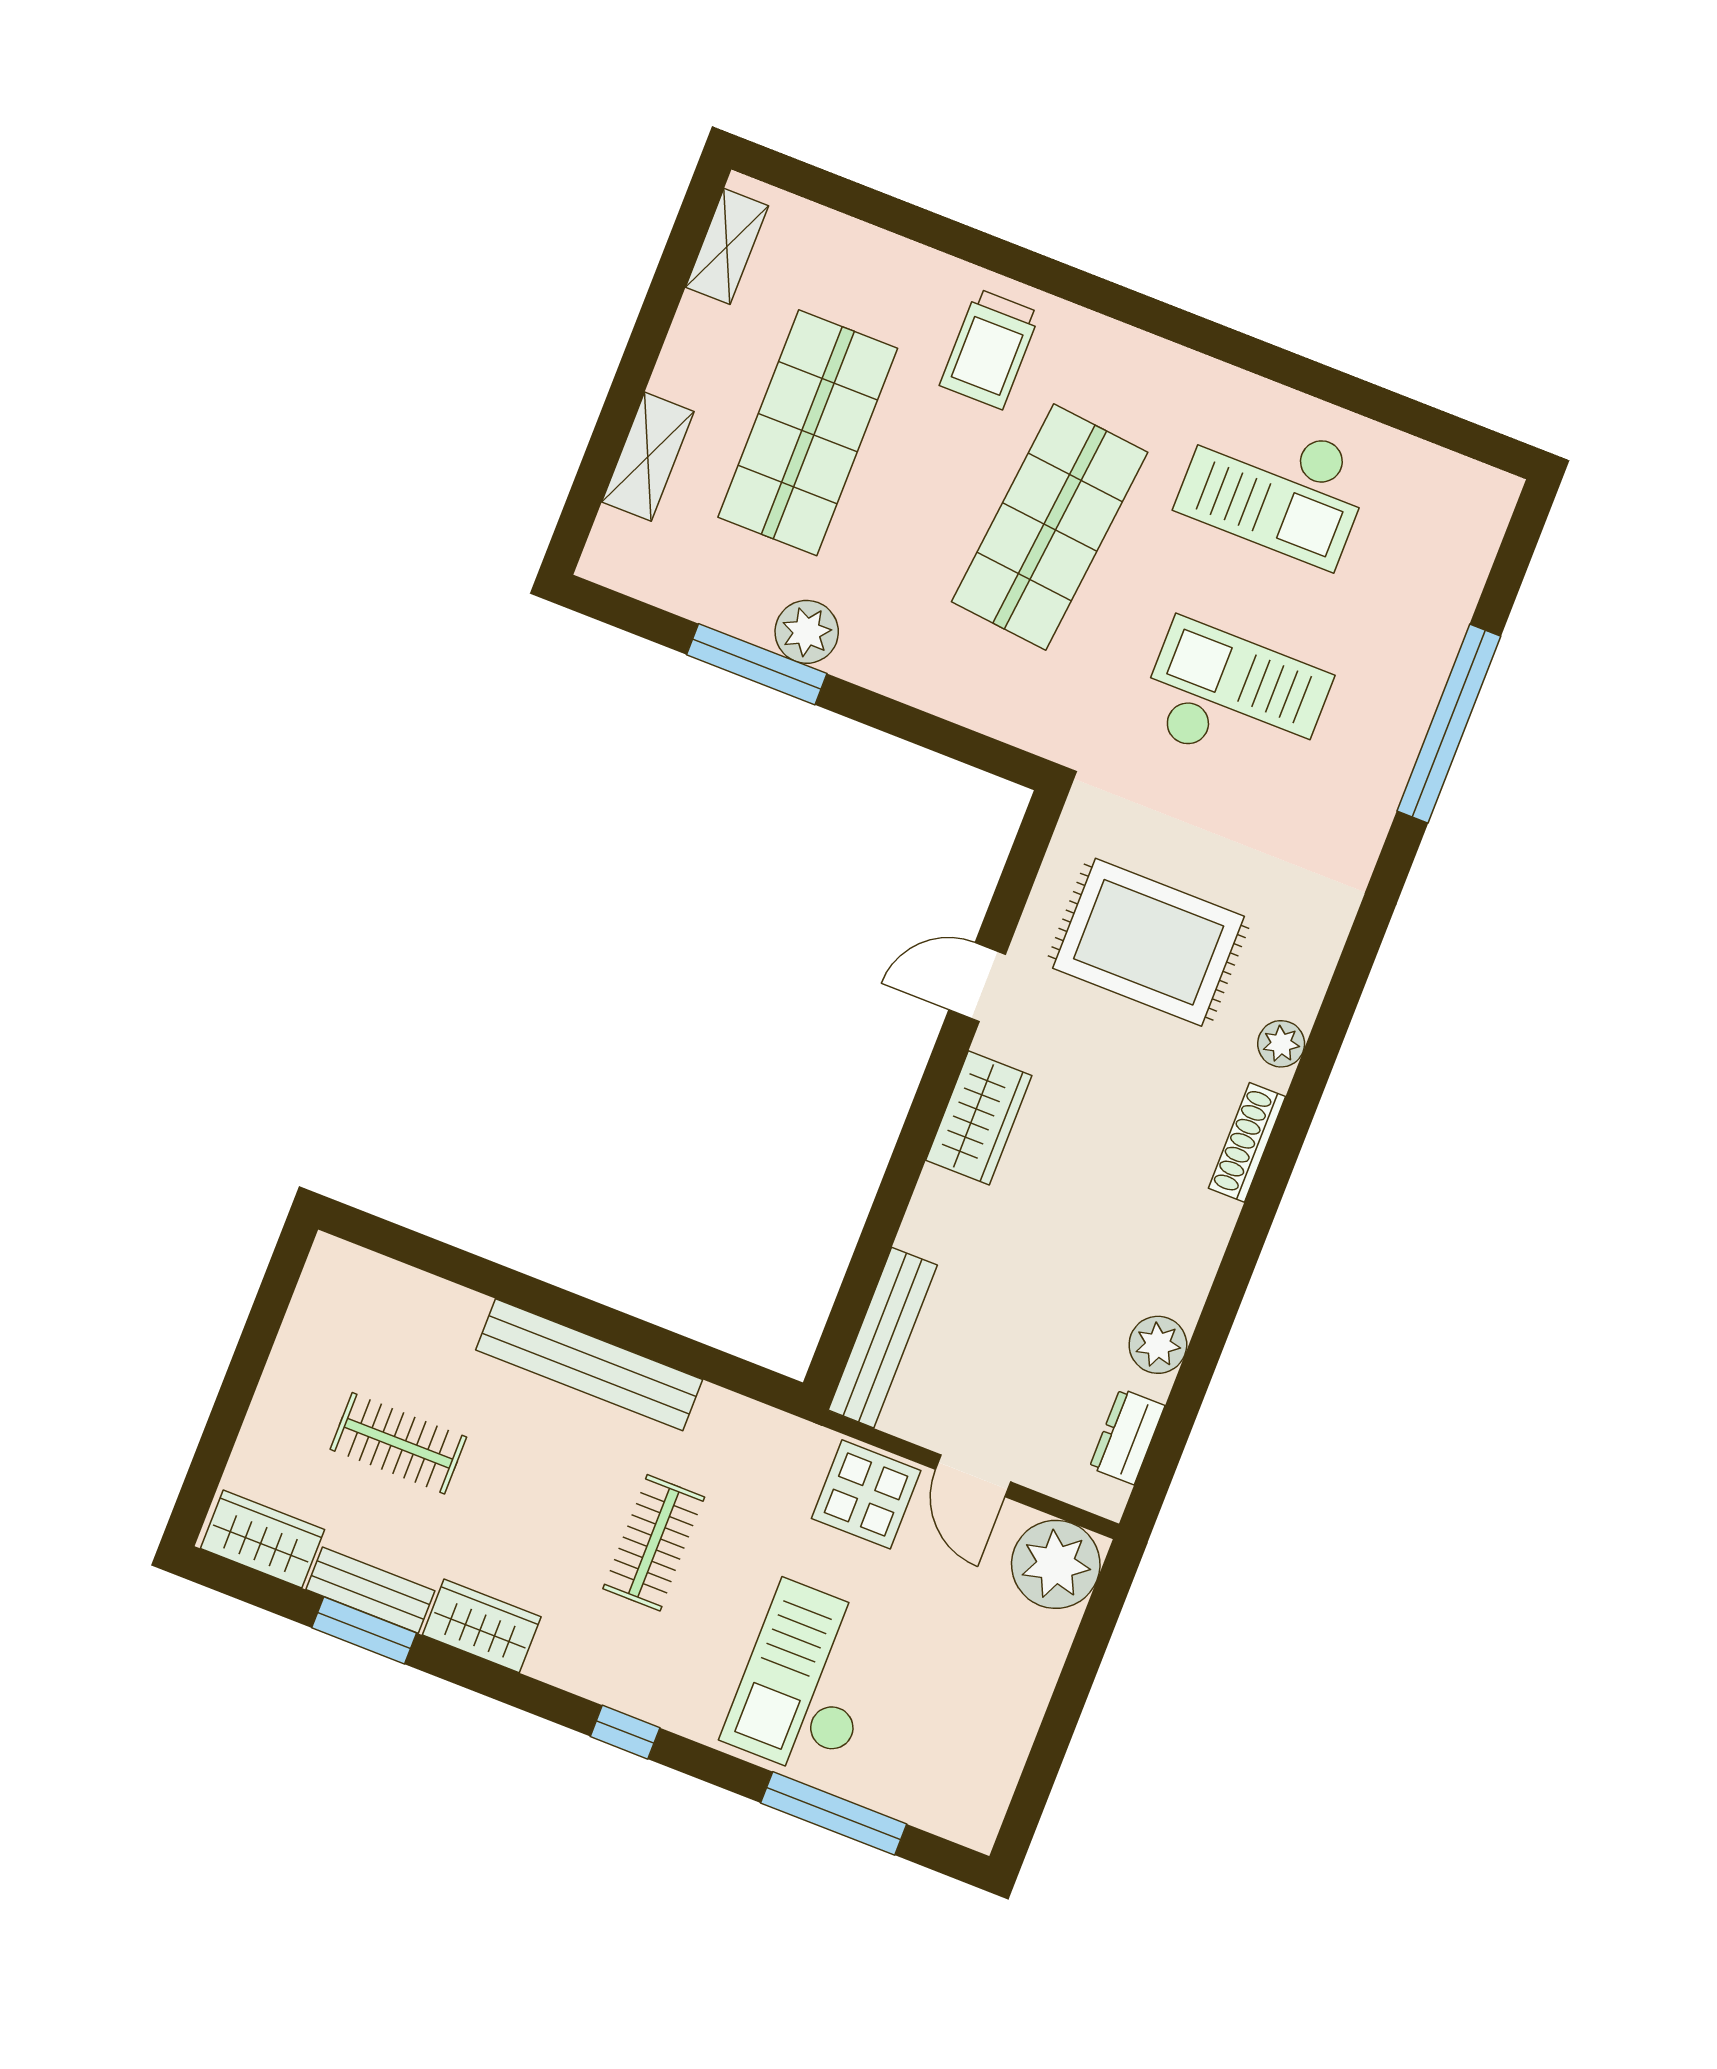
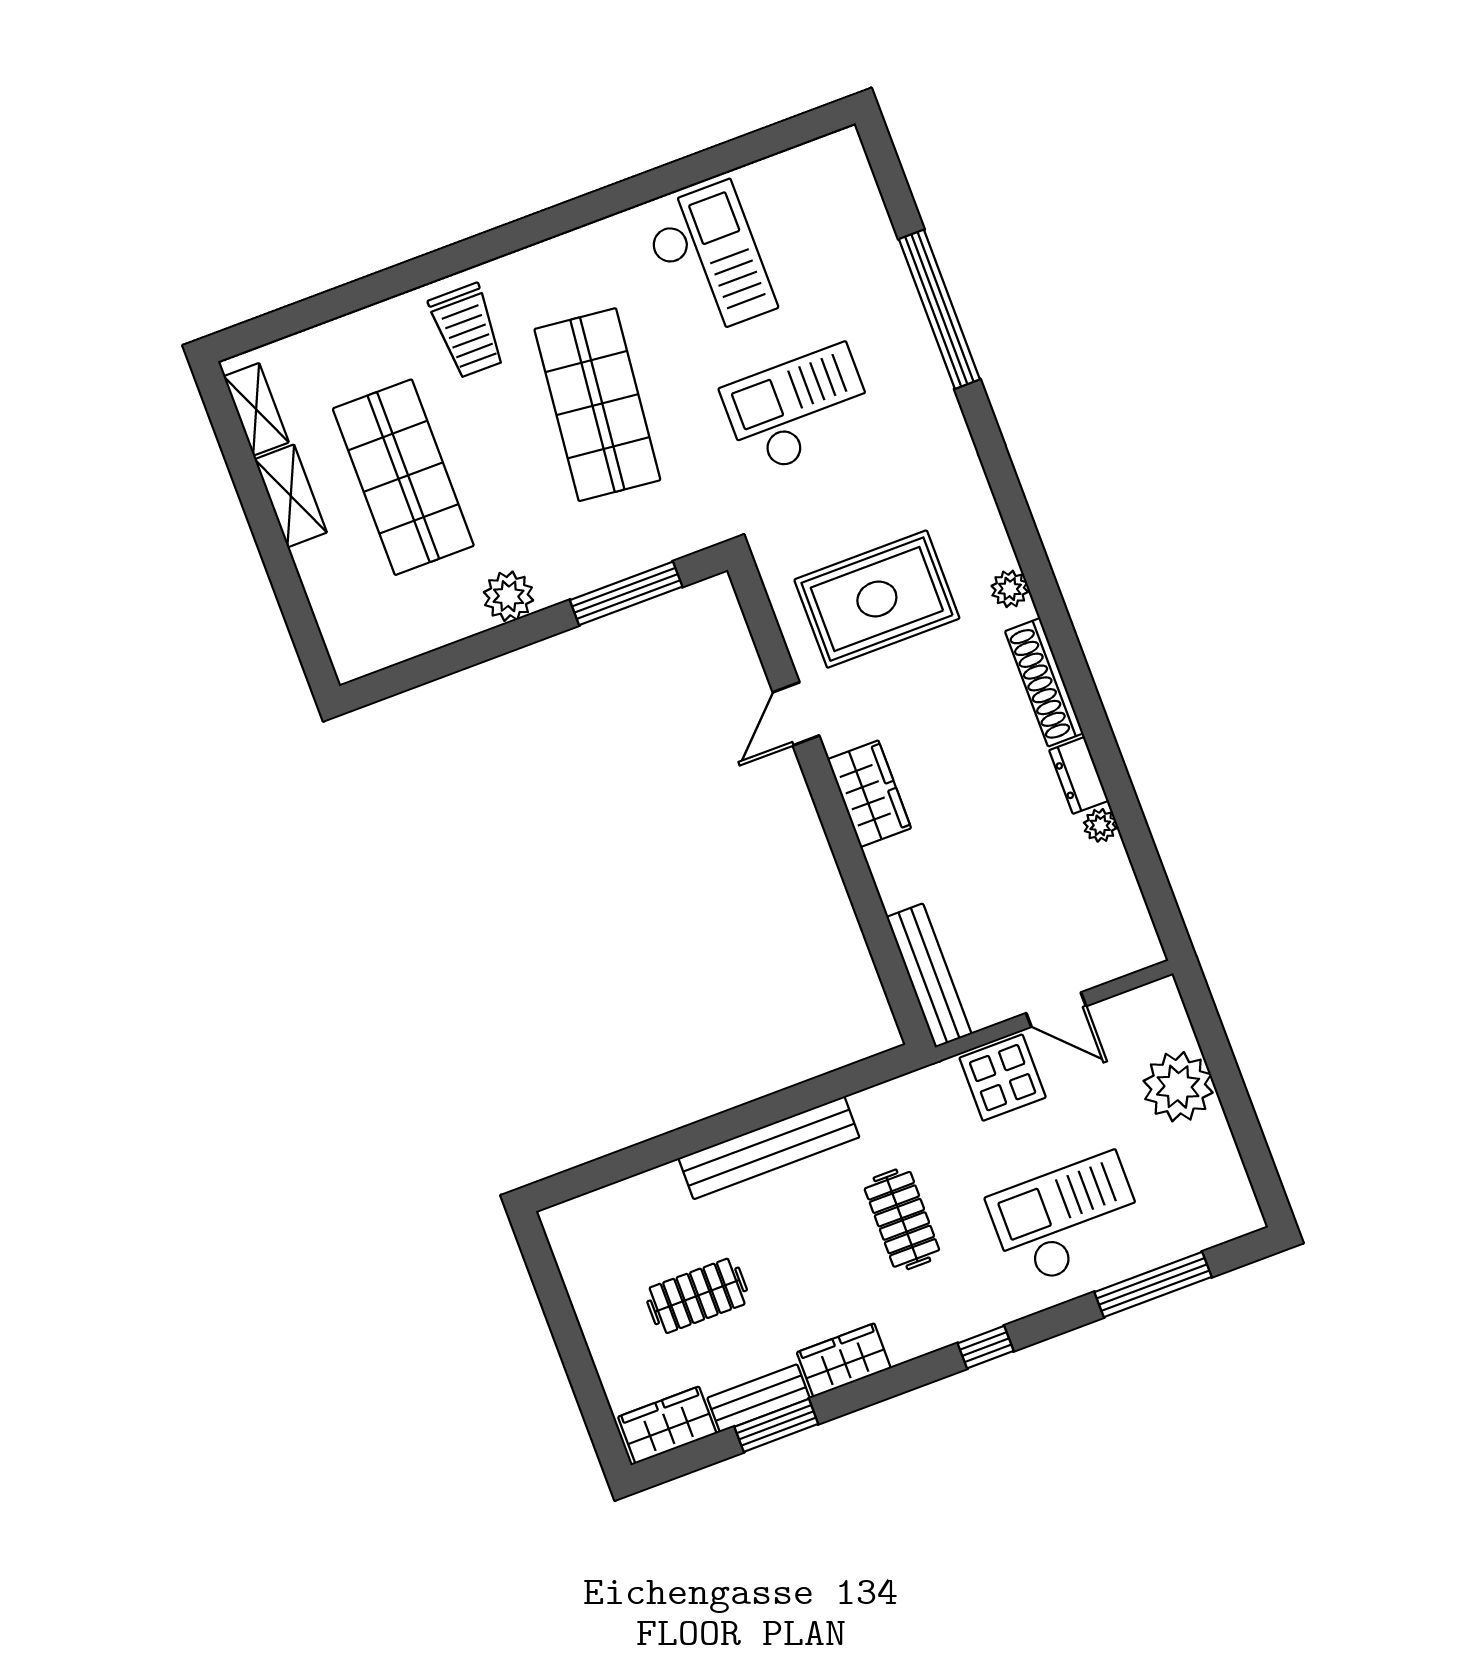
shelving: (648, 457) -> (291, 496), moved
checkout: (1275, 485) -> (709, 260), turned -90
window: (757, 664) -> (626, 593), moved
shoe rack: (1247, 1142) -> (1044, 682), width x1.36, depth x1.24
plant: (1158, 1345) -> (1100, 825), width x0.73, depth x0.73
dresser: (1127, 1437) -> (1079, 775), moved
plant: (1056, 1564) -> (1178, 1087), moved
checkout: (808, 1681) -> (1067, 1219), turned 90

